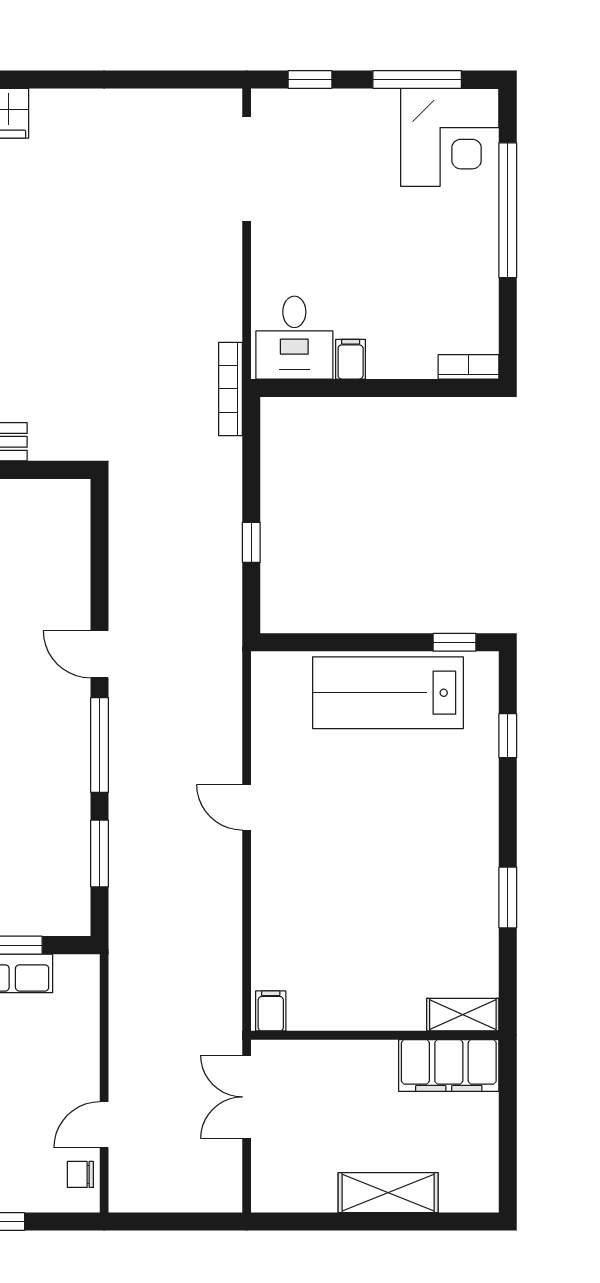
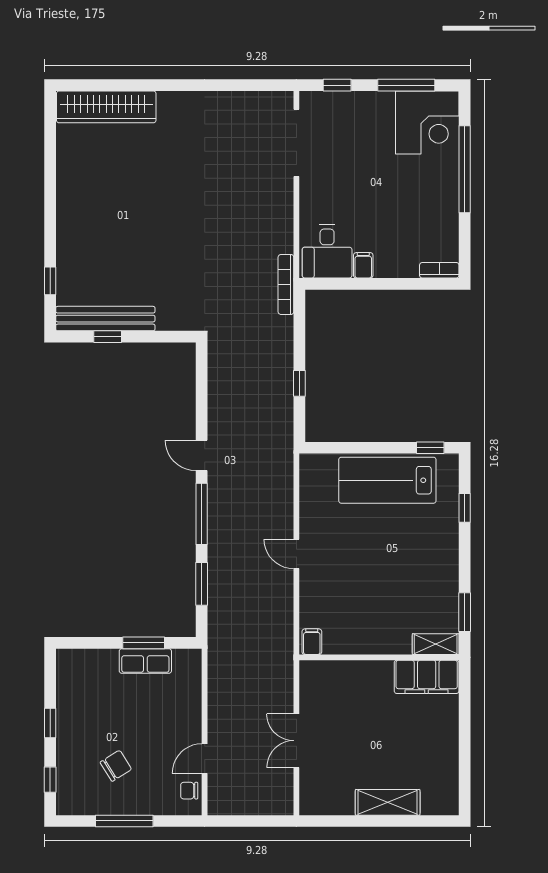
filing cabinet: (271, 1011) -> (312, 642), moved
shelving: (463, 1015) -> (436, 644), moved
wall: (375, 1035) -> (379, 657), moved
filing cabinet: (449, 1066) -> (427, 677), moved

